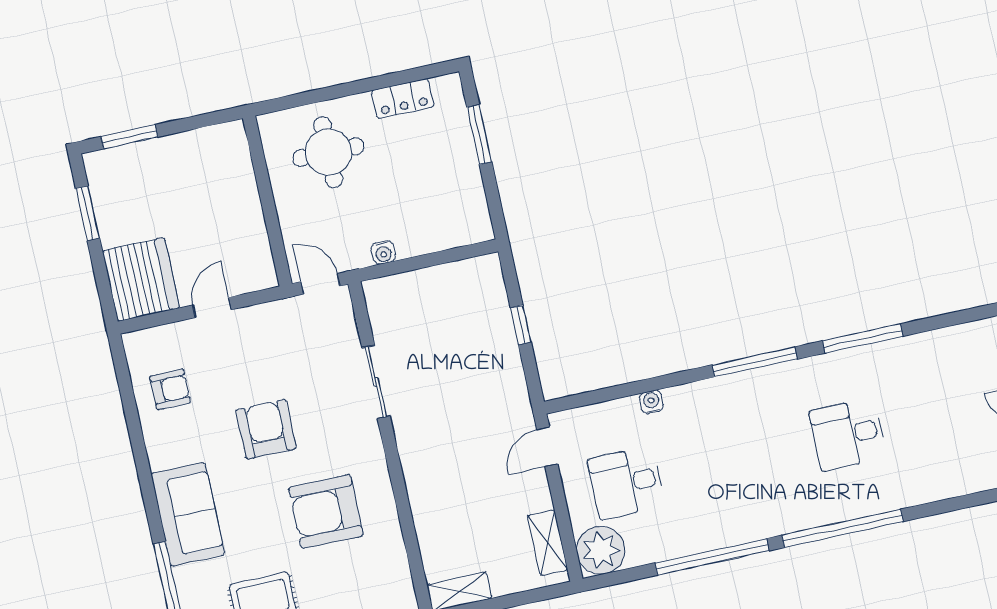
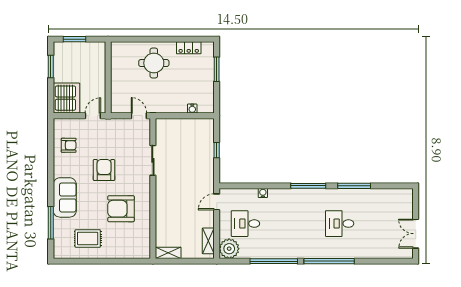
wall: (267, 201) -> (108, 77), moved
water cooler: (383, 252) -> (192, 109), moved

